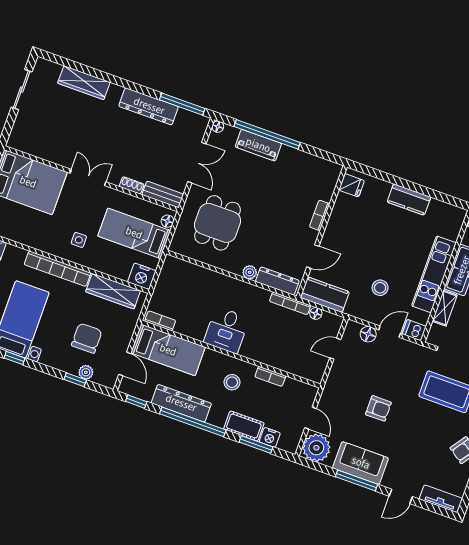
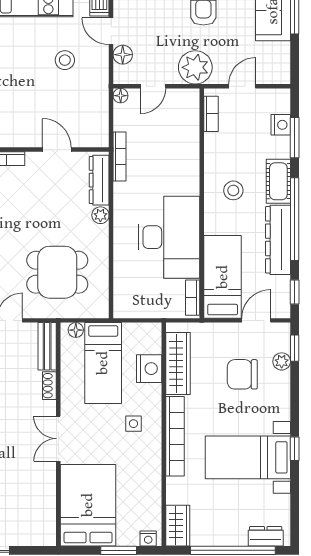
nightstand: (142, 276) -> (149, 369), moved
kitchen counter: (325, 295) -> (95, 120), removed
floor lamp: (316, 313) -> (121, 96), moved
desk: (227, 330) -> (169, 237), width x1.87, depth x1.30
door: (335, 349) -> (153, 86), hinge flipped
bookcase: (270, 376) -> (211, 114), moved
window: (75, 380) -> (295, 348), moved
cot: (244, 426) -> (278, 181), moved
plant: (316, 448) -> (195, 67), moved

